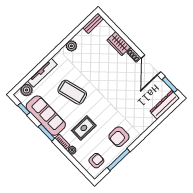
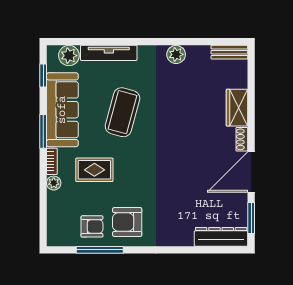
coffee table: (72, 92) -> (122, 112), turned 30
armchair: (96, 161) -> (92, 226), moved

